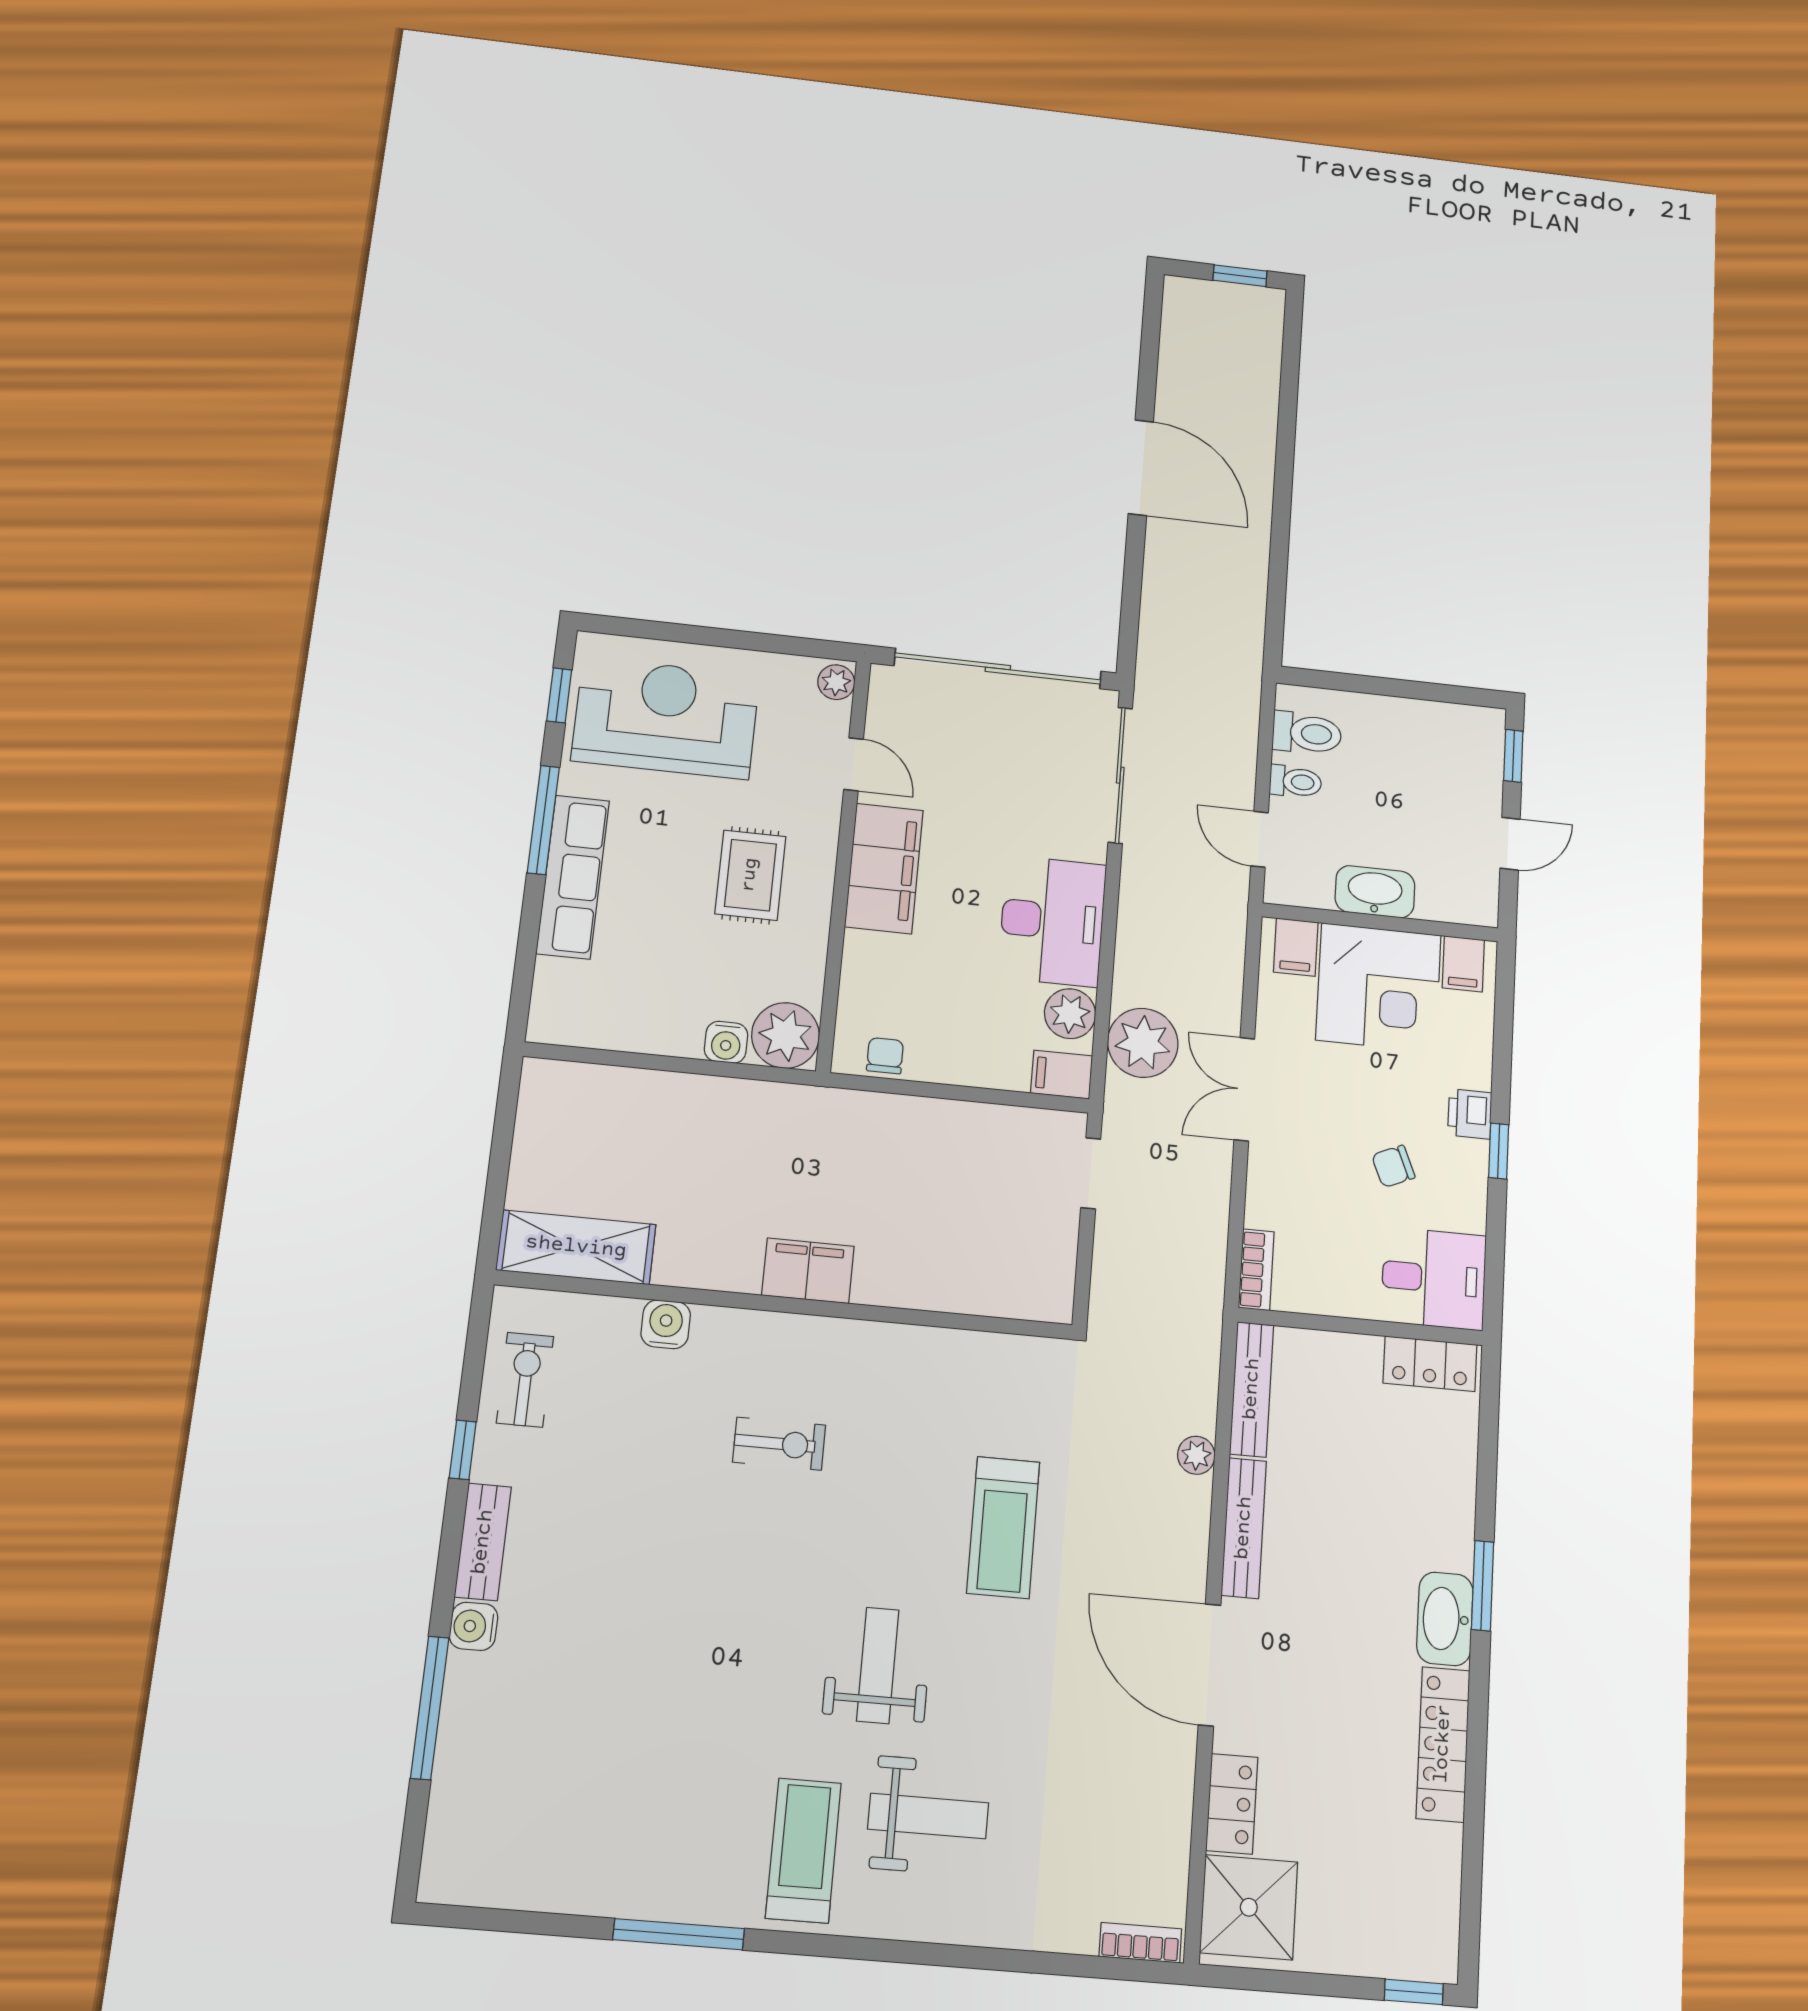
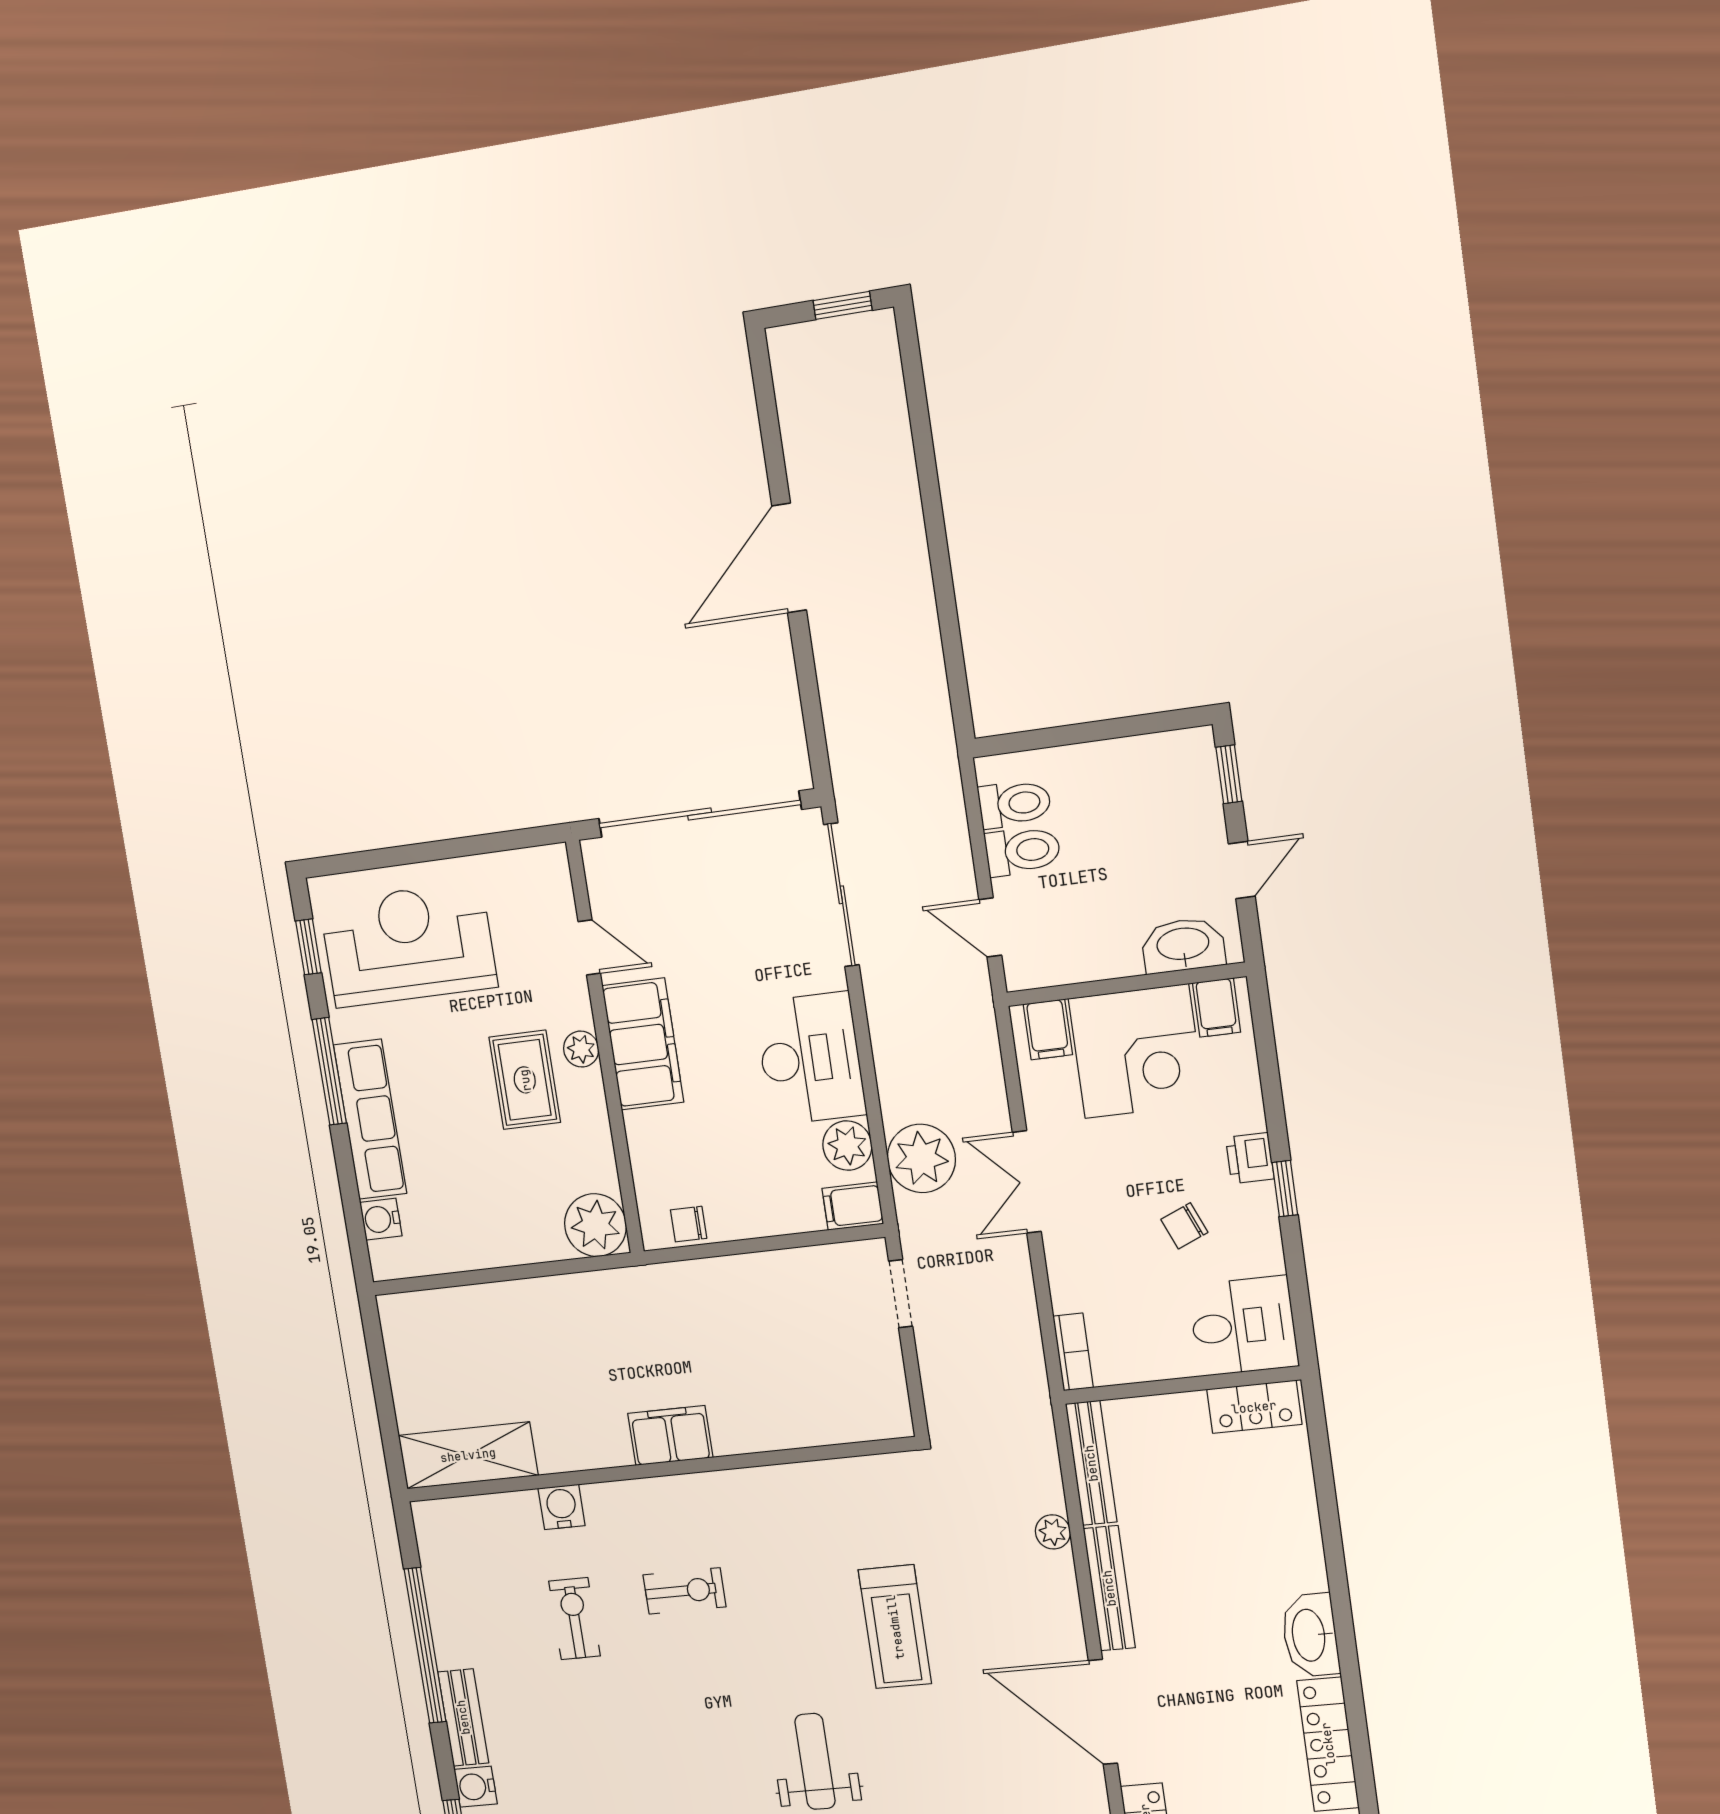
door: (1141, 468) -> (789, 558), swing flipped
plant: (836, 682) -> (581, 1049), moved
toilet: (1295, 782) -> (1023, 851), width x1.37, depth x1.39
washbasin: (1375, 892) -> (1183, 945), moved
water cooler: (726, 1042) -> (381, 1219), moved, turned 90
chair: (885, 1056) -> (689, 1224), turned -90
exercise bike: (525, 1380) -> (575, 1619), moved
window: (463, 1450) -> (425, 1645), width x3.17
window: (1483, 1586) -> (1340, 1600), removed

